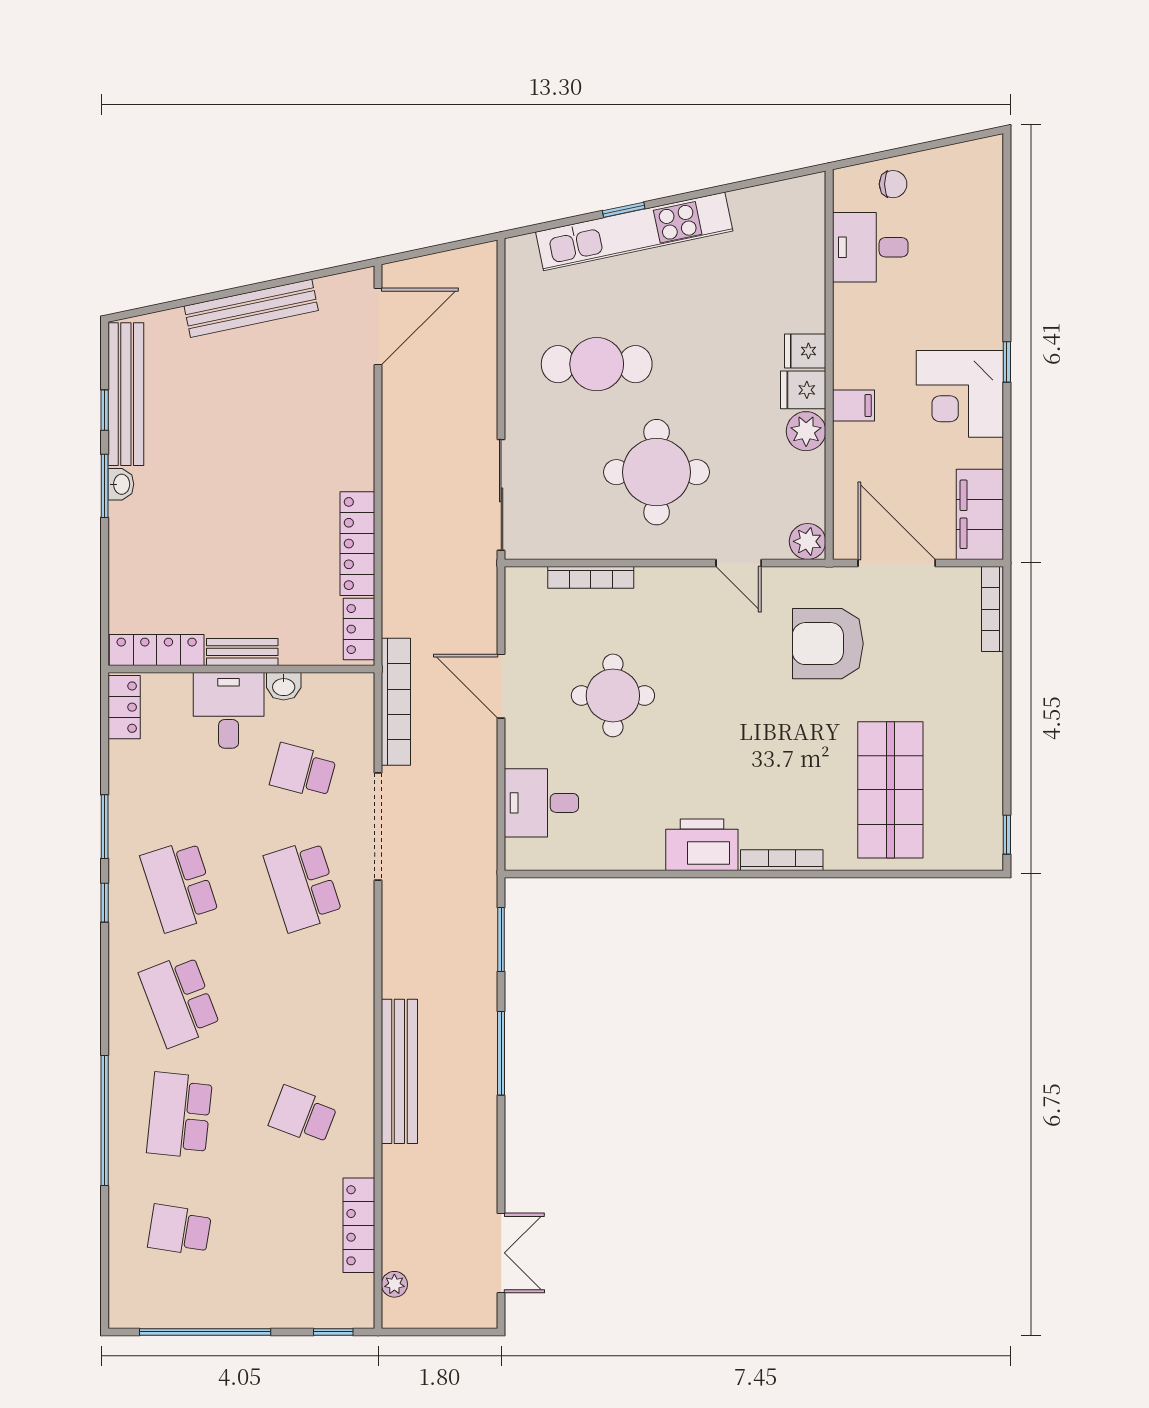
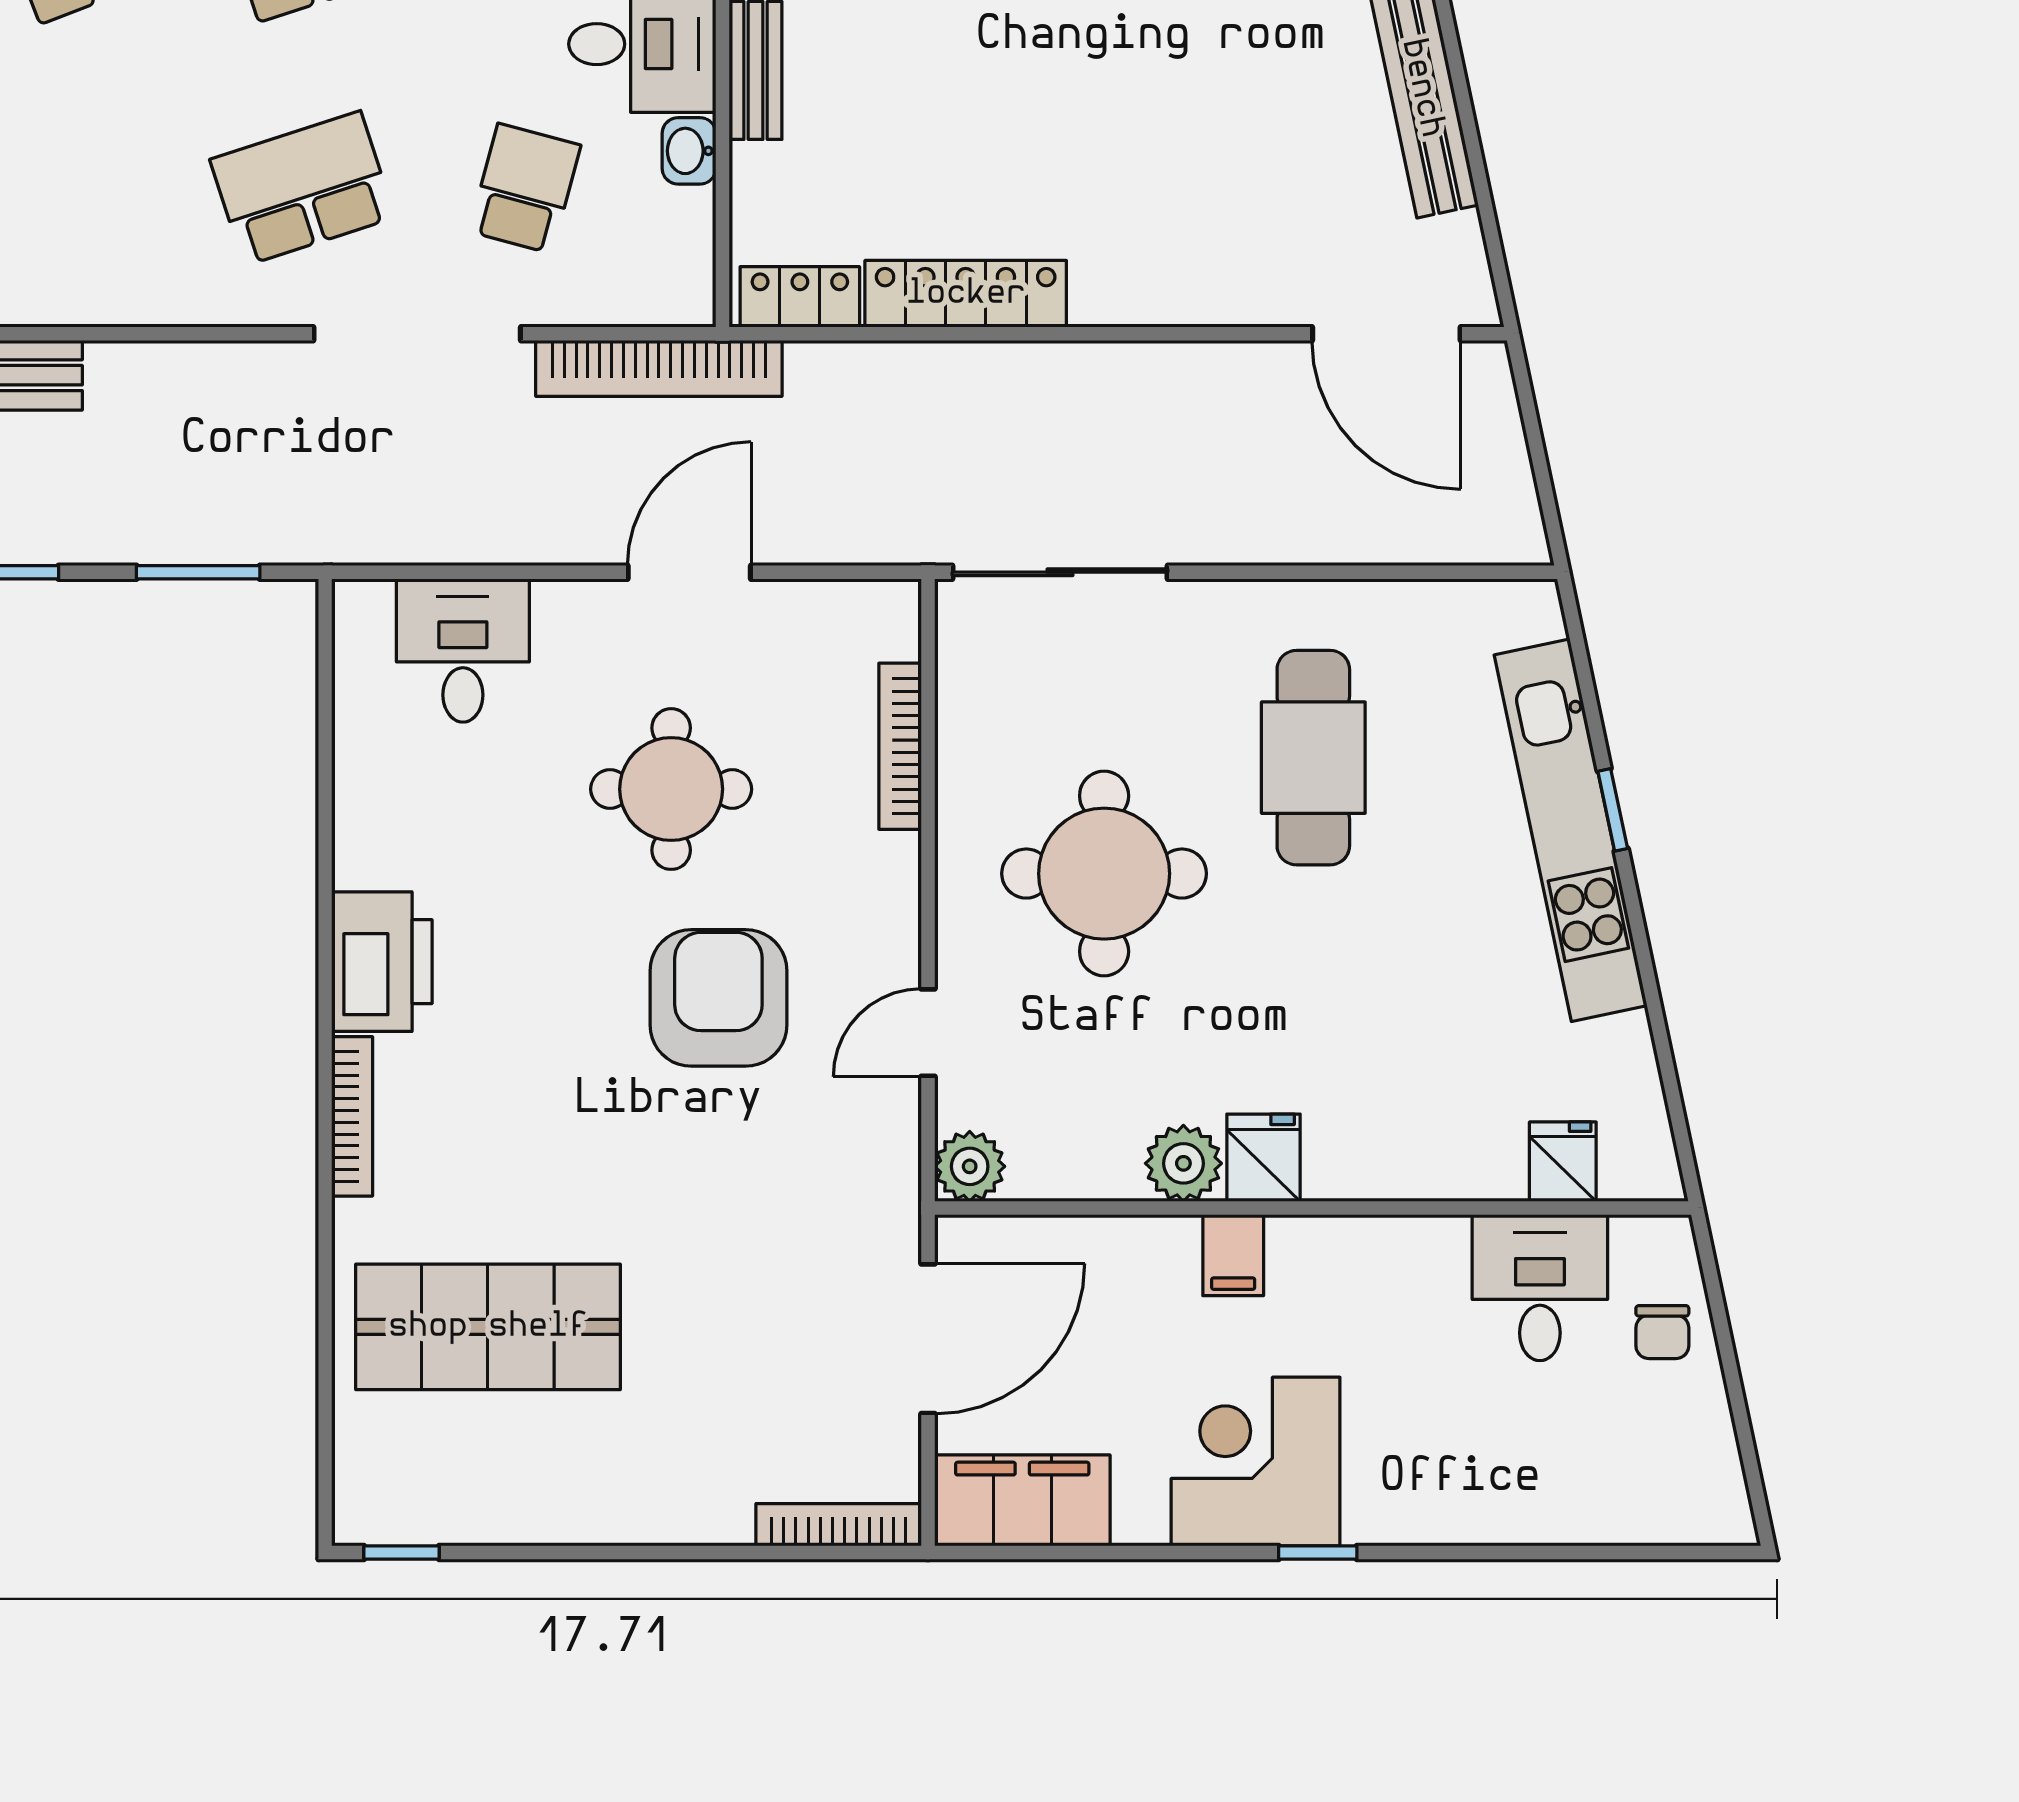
fridge: (805, 351) -> (1563, 1162), moved
armchair: (828, 644) -> (718, 998), moved

